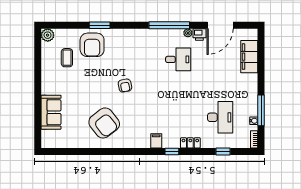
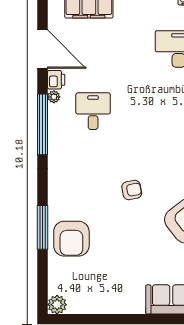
window: (100, 25) -> (42, 227), width x1.44
armchair: (92, 45) -> (71, 239), turned 90
coffee table: (67, 58) -> (91, 276), removed

